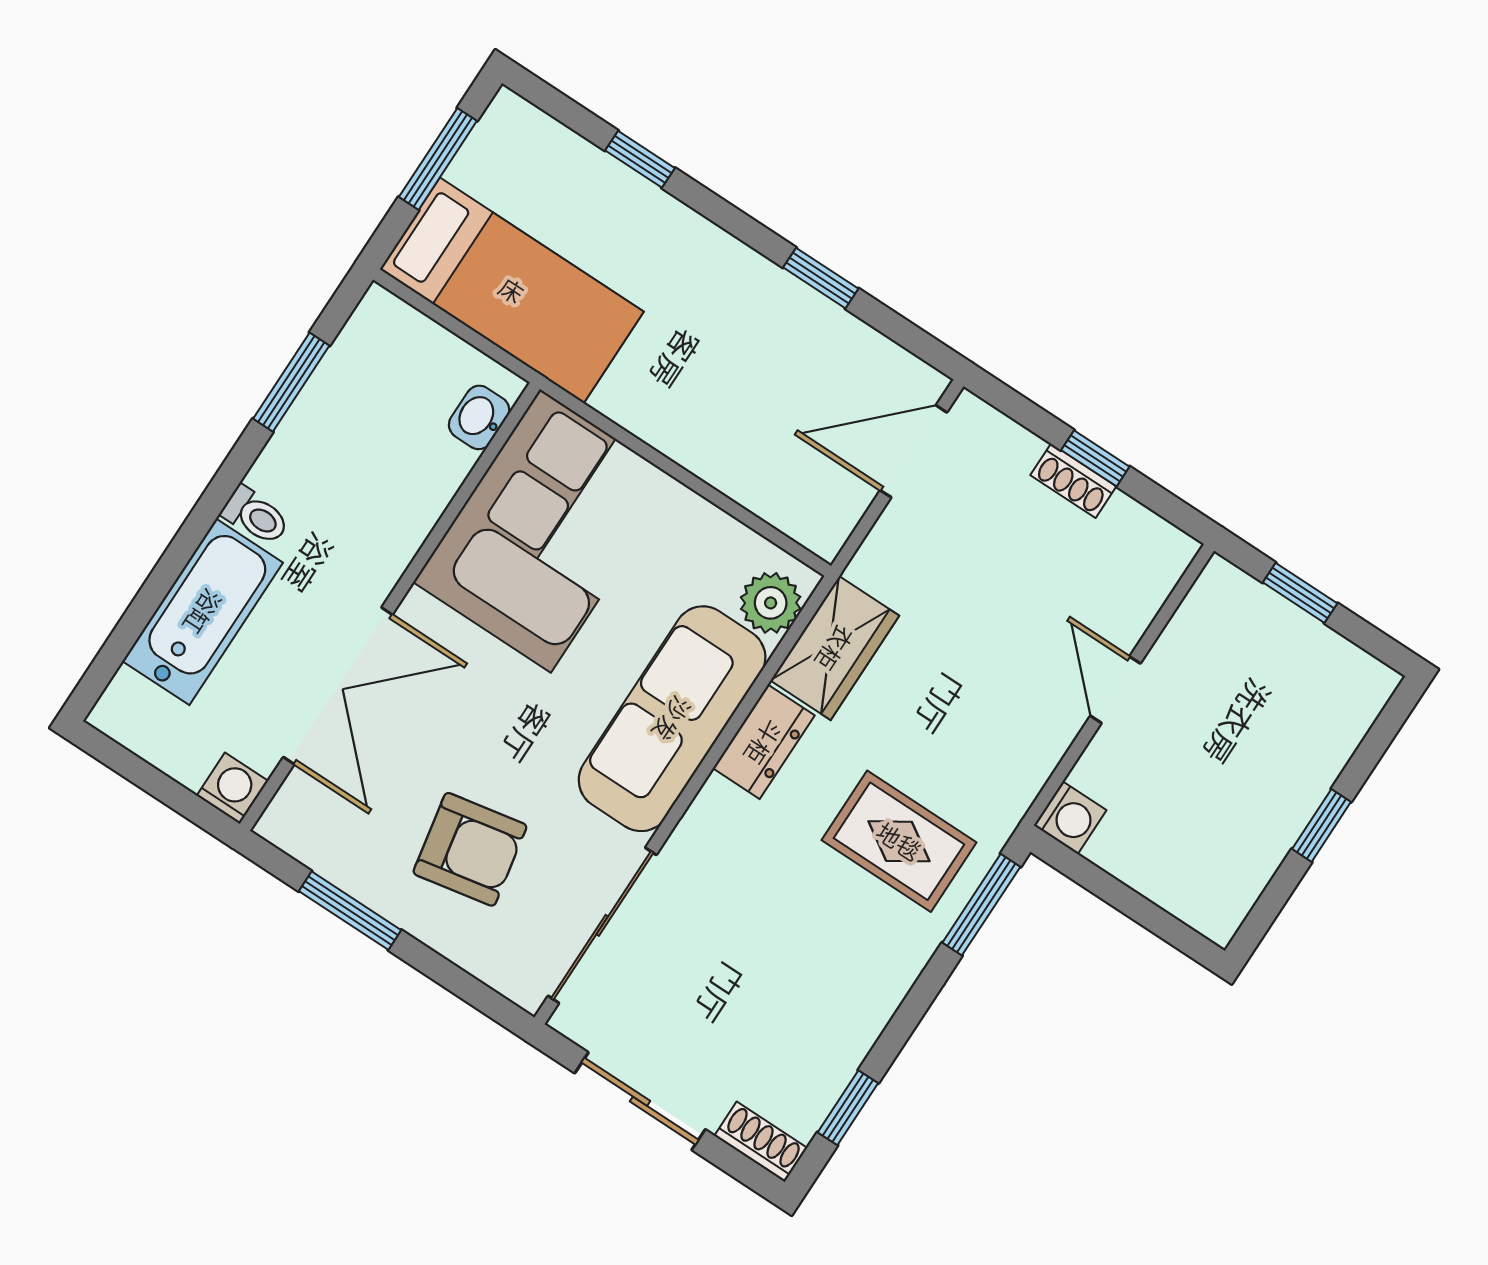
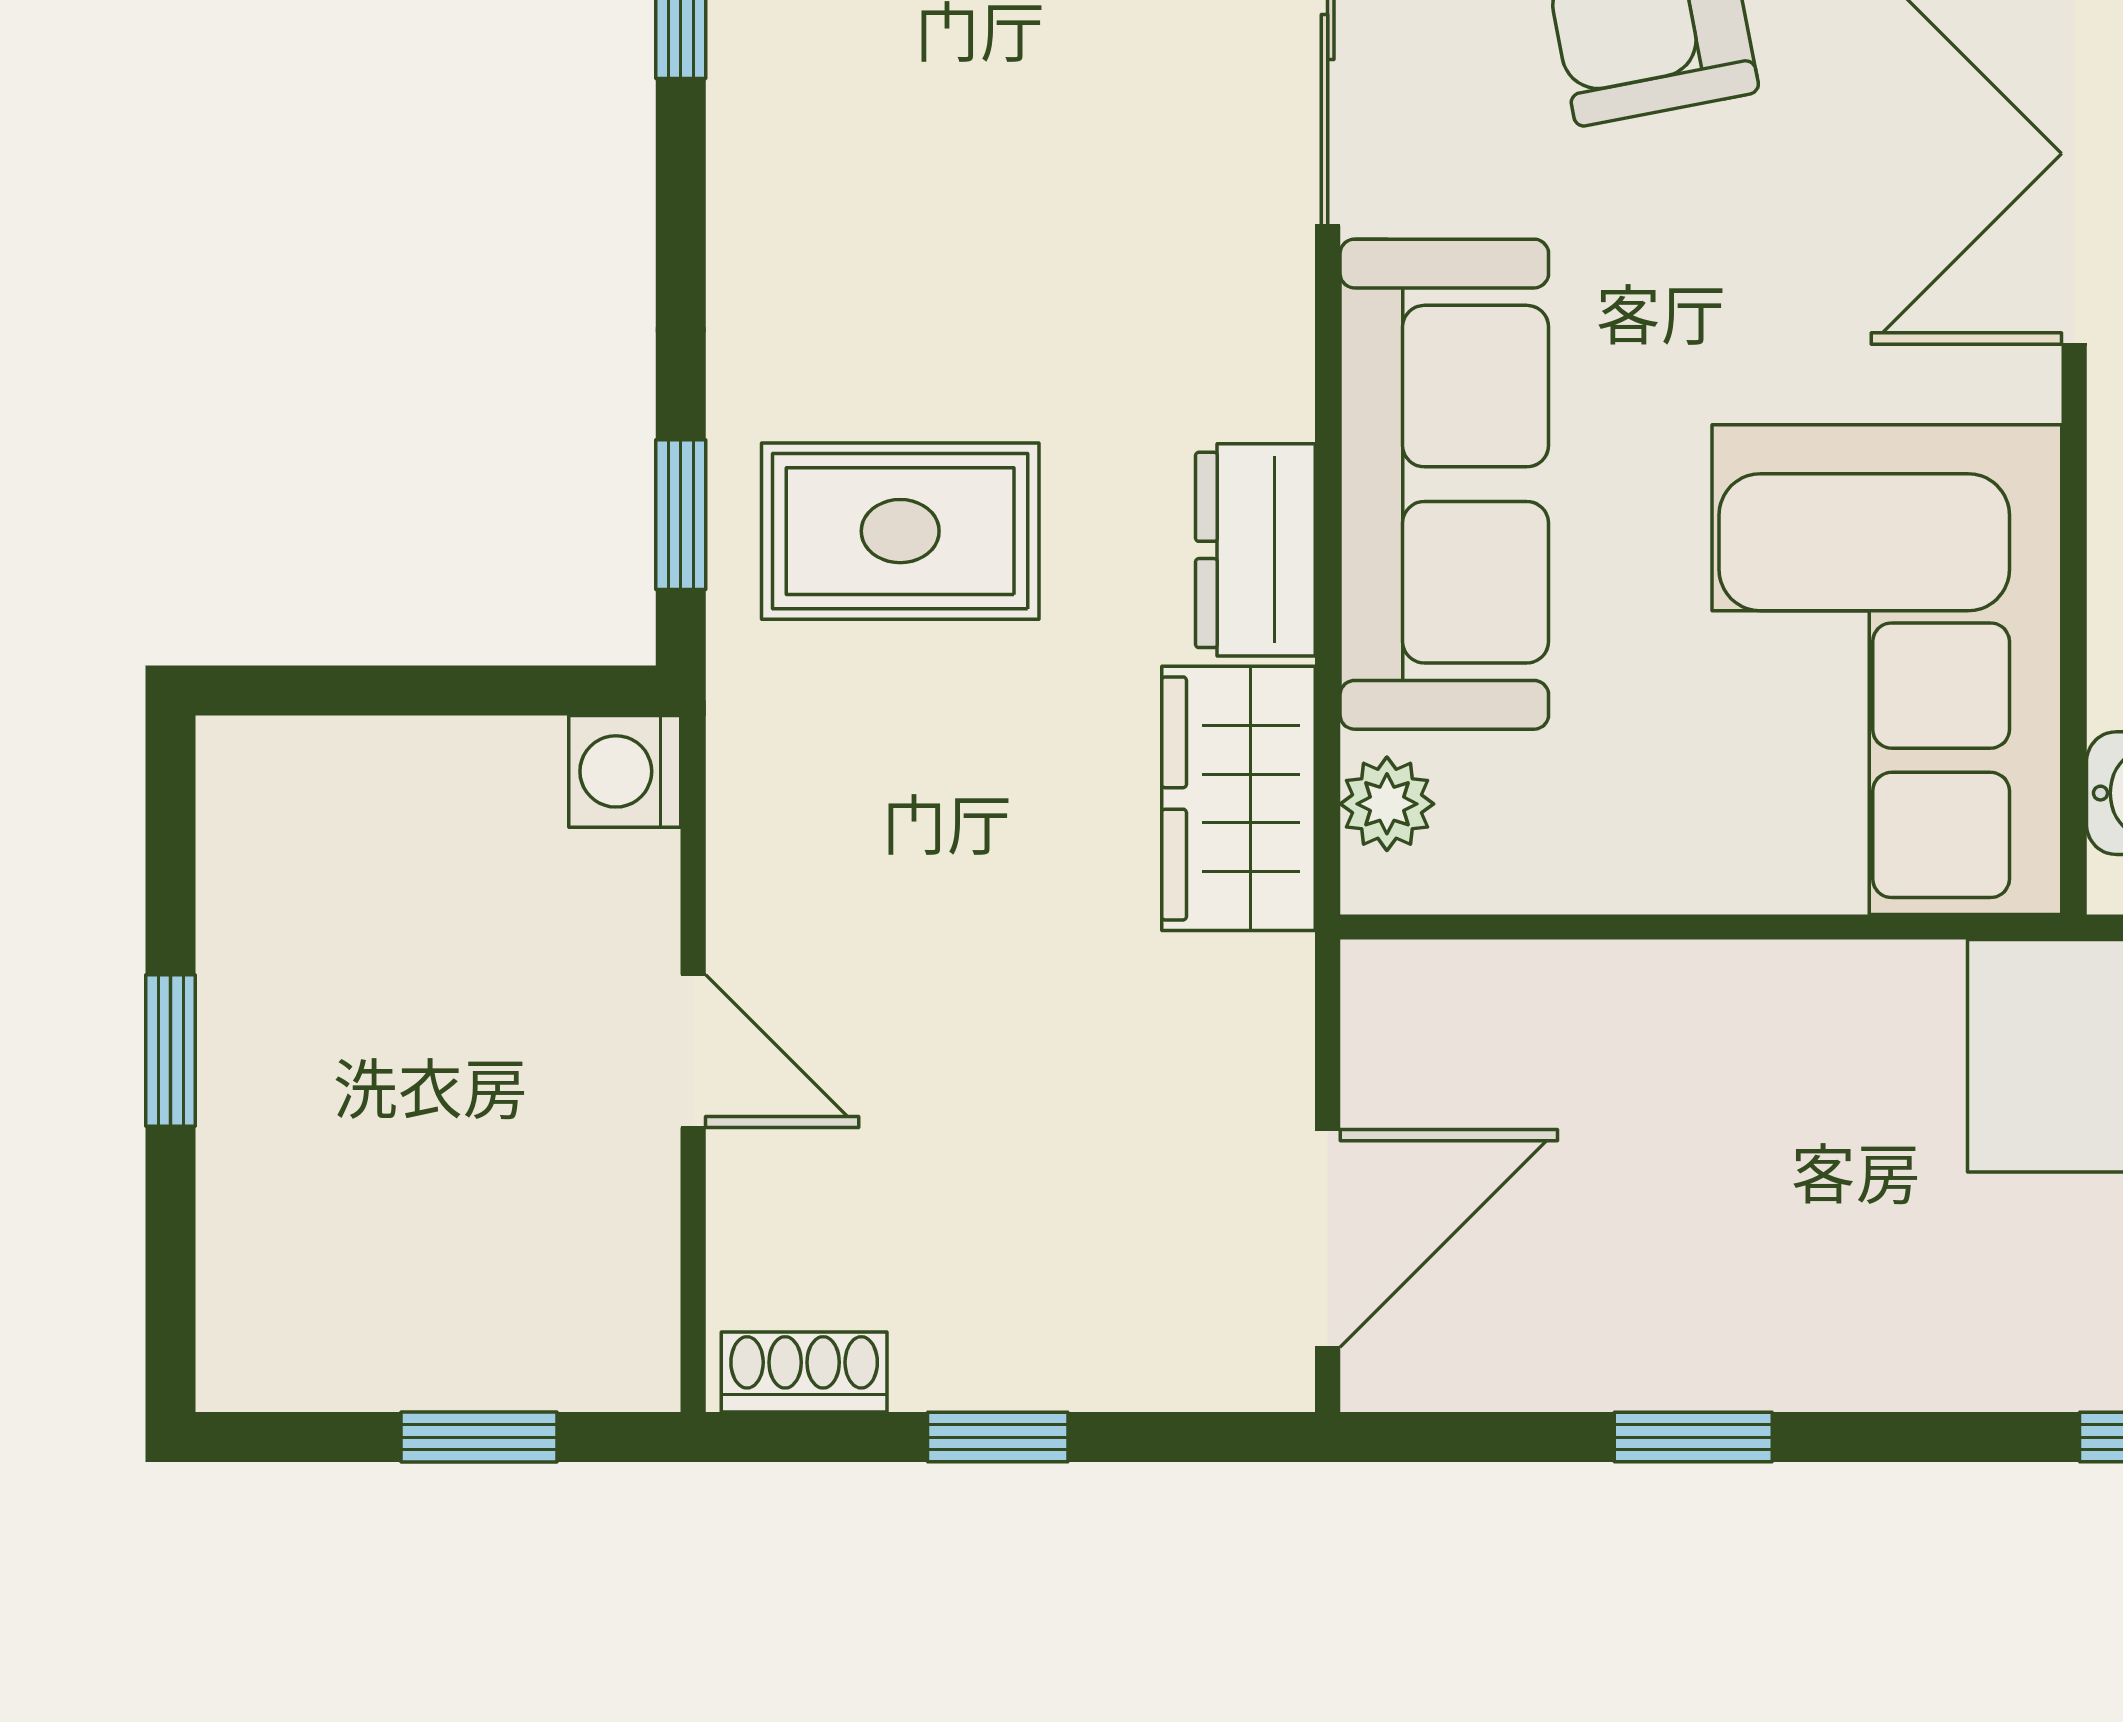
shoe rack: (1073, 481) -> (804, 1372), moved
plant: (771, 603) -> (1387, 804), width x0.73, depth x0.73
window: (981, 905) -> (681, 515), width x0.67

